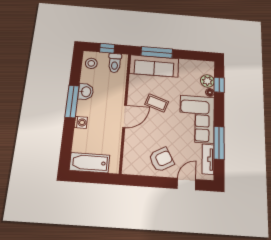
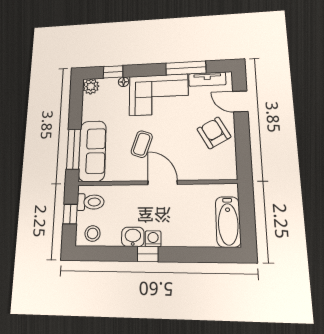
plant: (207, 81) -> (91, 86), moved
window: (72, 101) -> (148, 254), width x0.46
washing machine: (81, 122) -> (153, 239), moved

